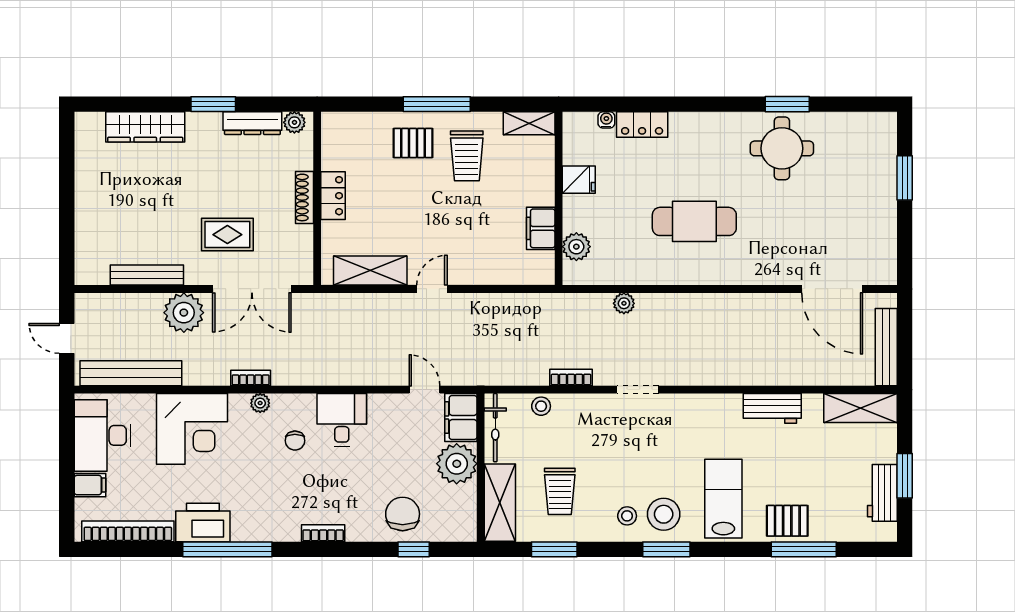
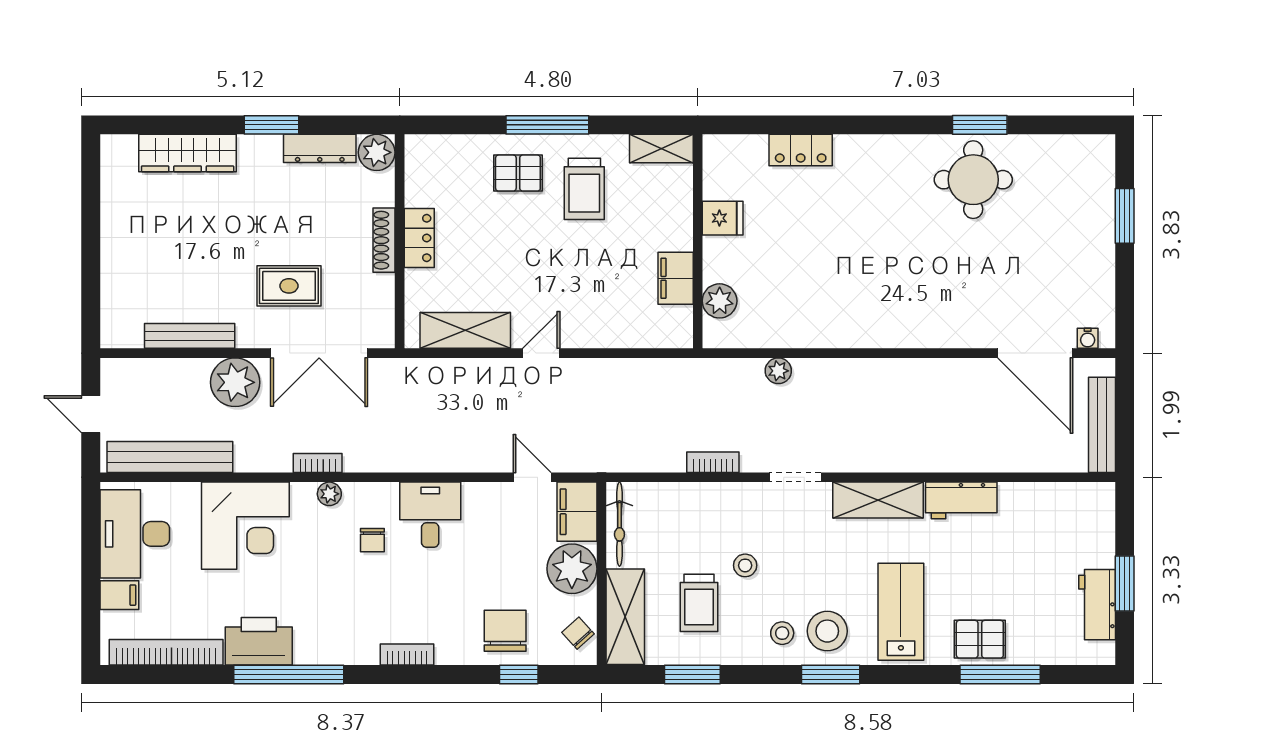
water cooler: (606, 120) -> (1088, 338), moved, turned 180
plant: (294, 122) -> (377, 152), width x1.38, depth x1.38
cafe table: (694, 221) -> (865, 270), removed
stool: (541, 406) -> (745, 565), moved
shelving: (860, 408) -> (878, 500), moved
chair: (462, 516) -> (578, 633), added

